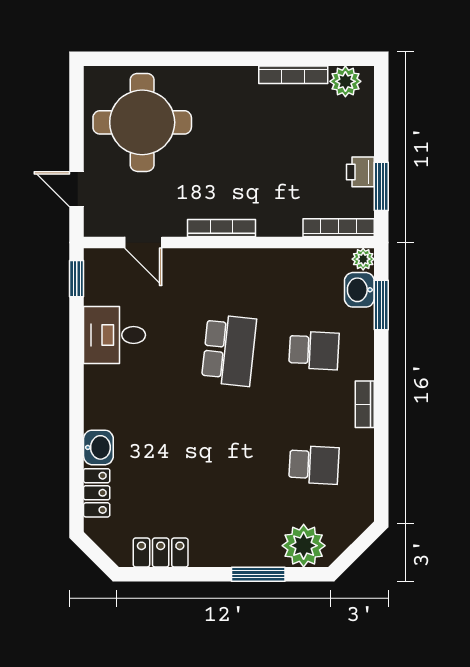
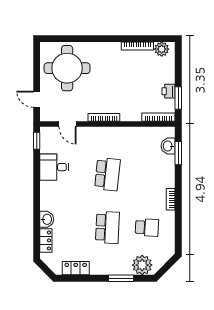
plant: (363, 259) -> (170, 132), removed
school desk: (314, 350) -> (107, 227), moved, width x1.85

